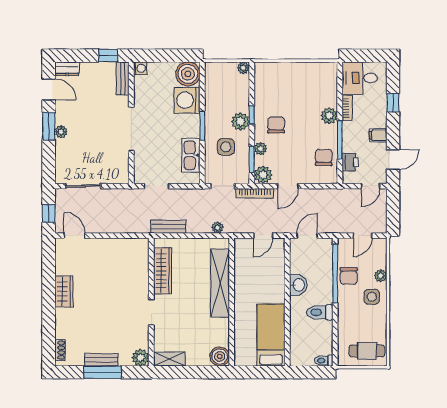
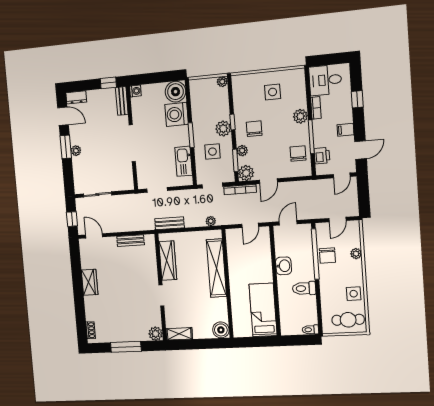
side table: (300, 85) -> (273, 92), added
side table: (372, 297) -> (354, 294), moved
bench: (101, 360) -> (130, 241), moved

